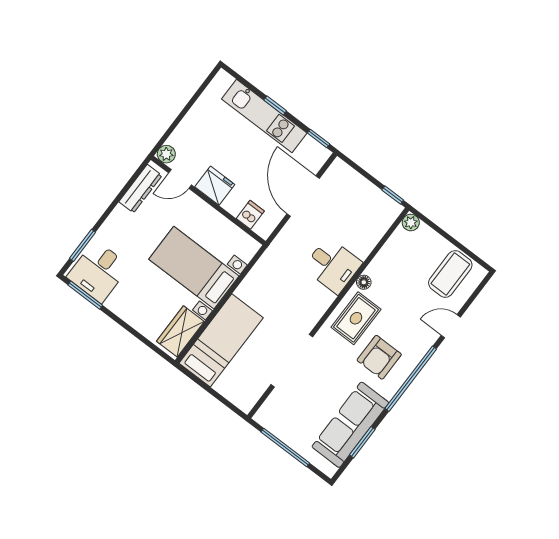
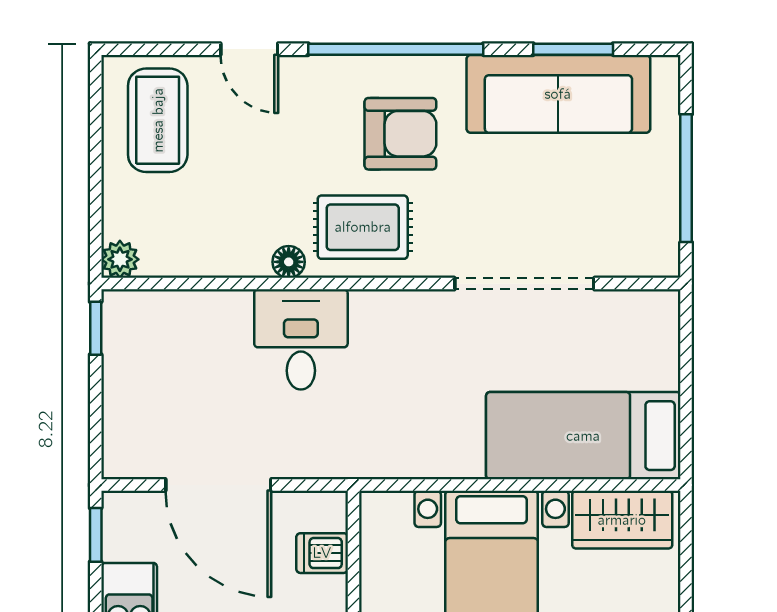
door: (303, 196) -> (218, 485), hinge flipped
coffee table: (450, 274) -> (158, 120), turned 90

